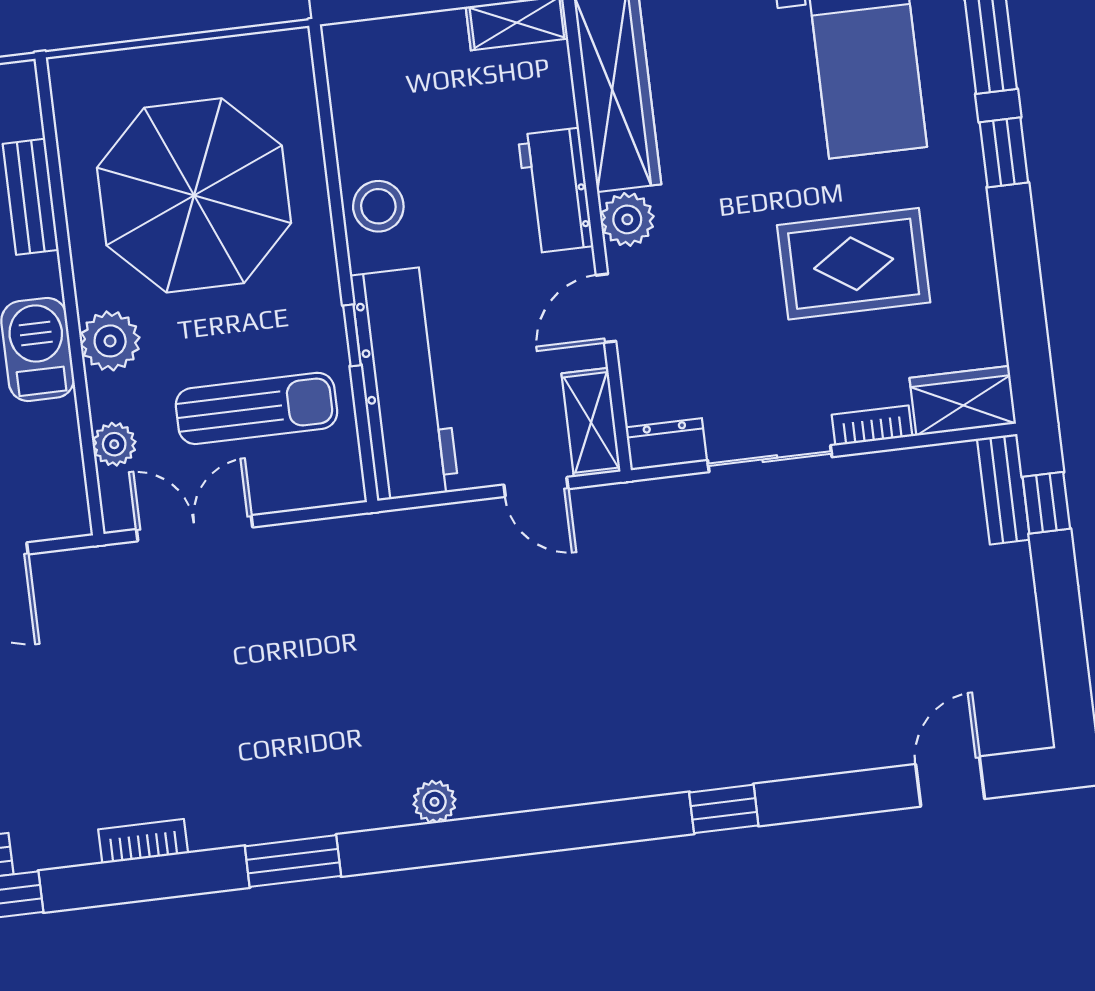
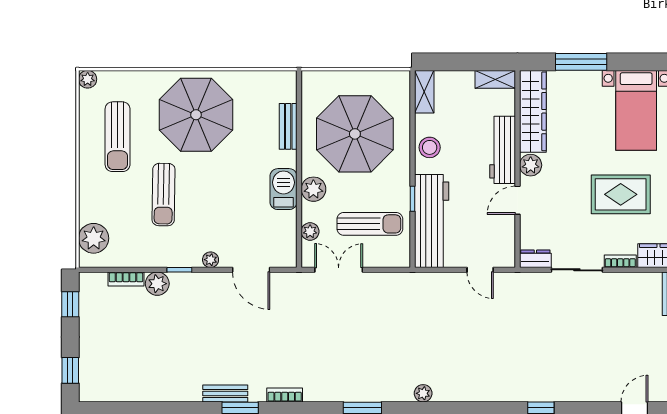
workbench: (556, 191) -> (503, 150), width x1.38
shelving: (591, 422) -> (424, 92), moved
bookcase: (143, 841) -> (285, 395), moved

